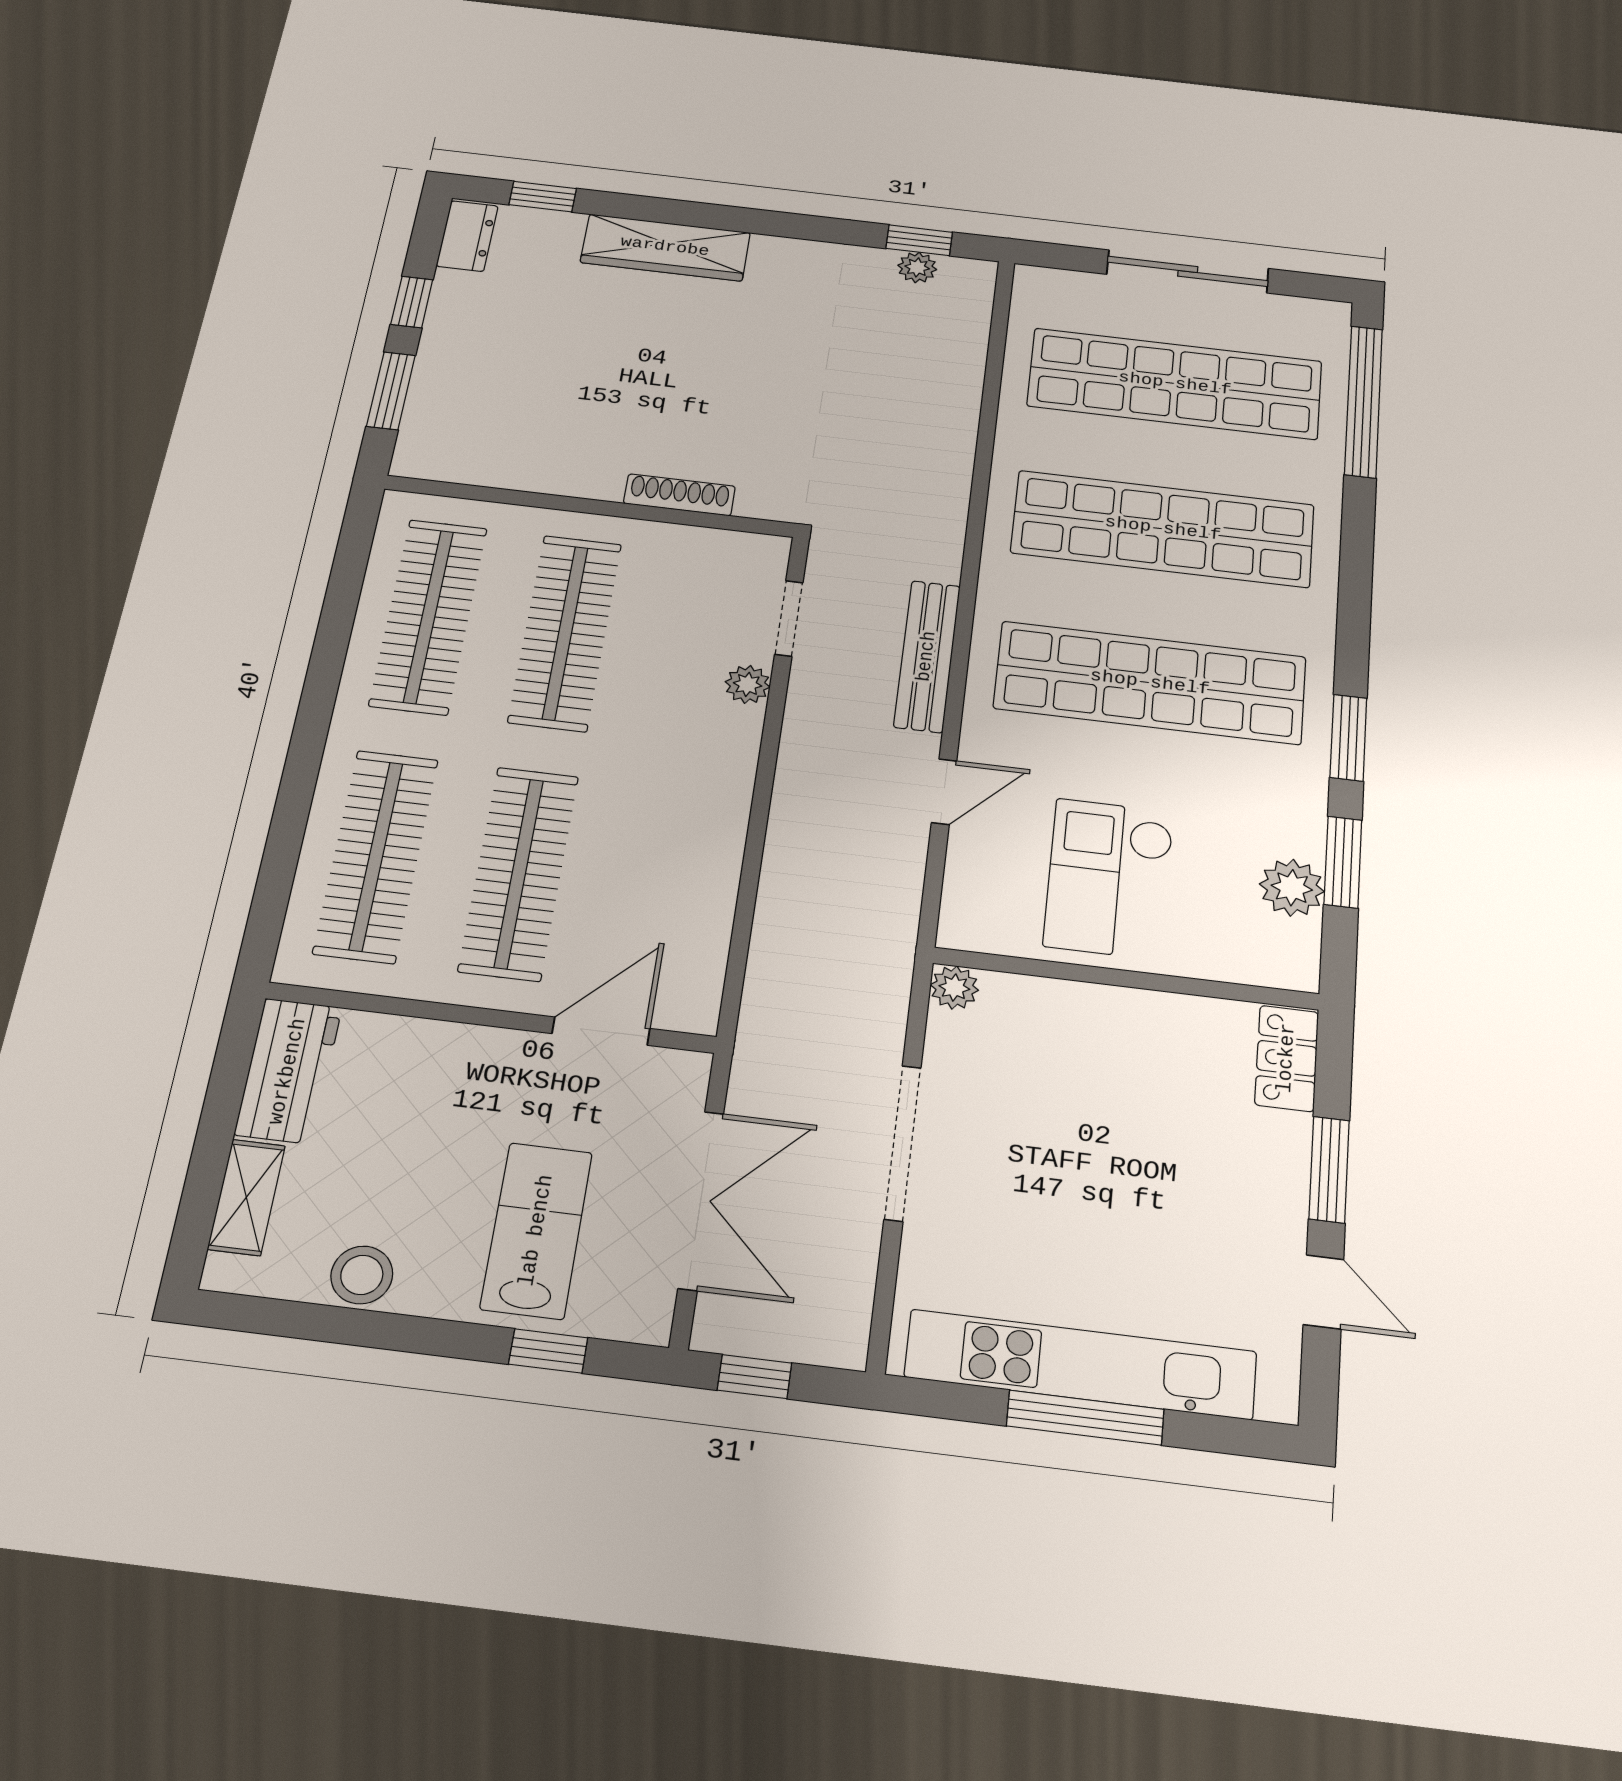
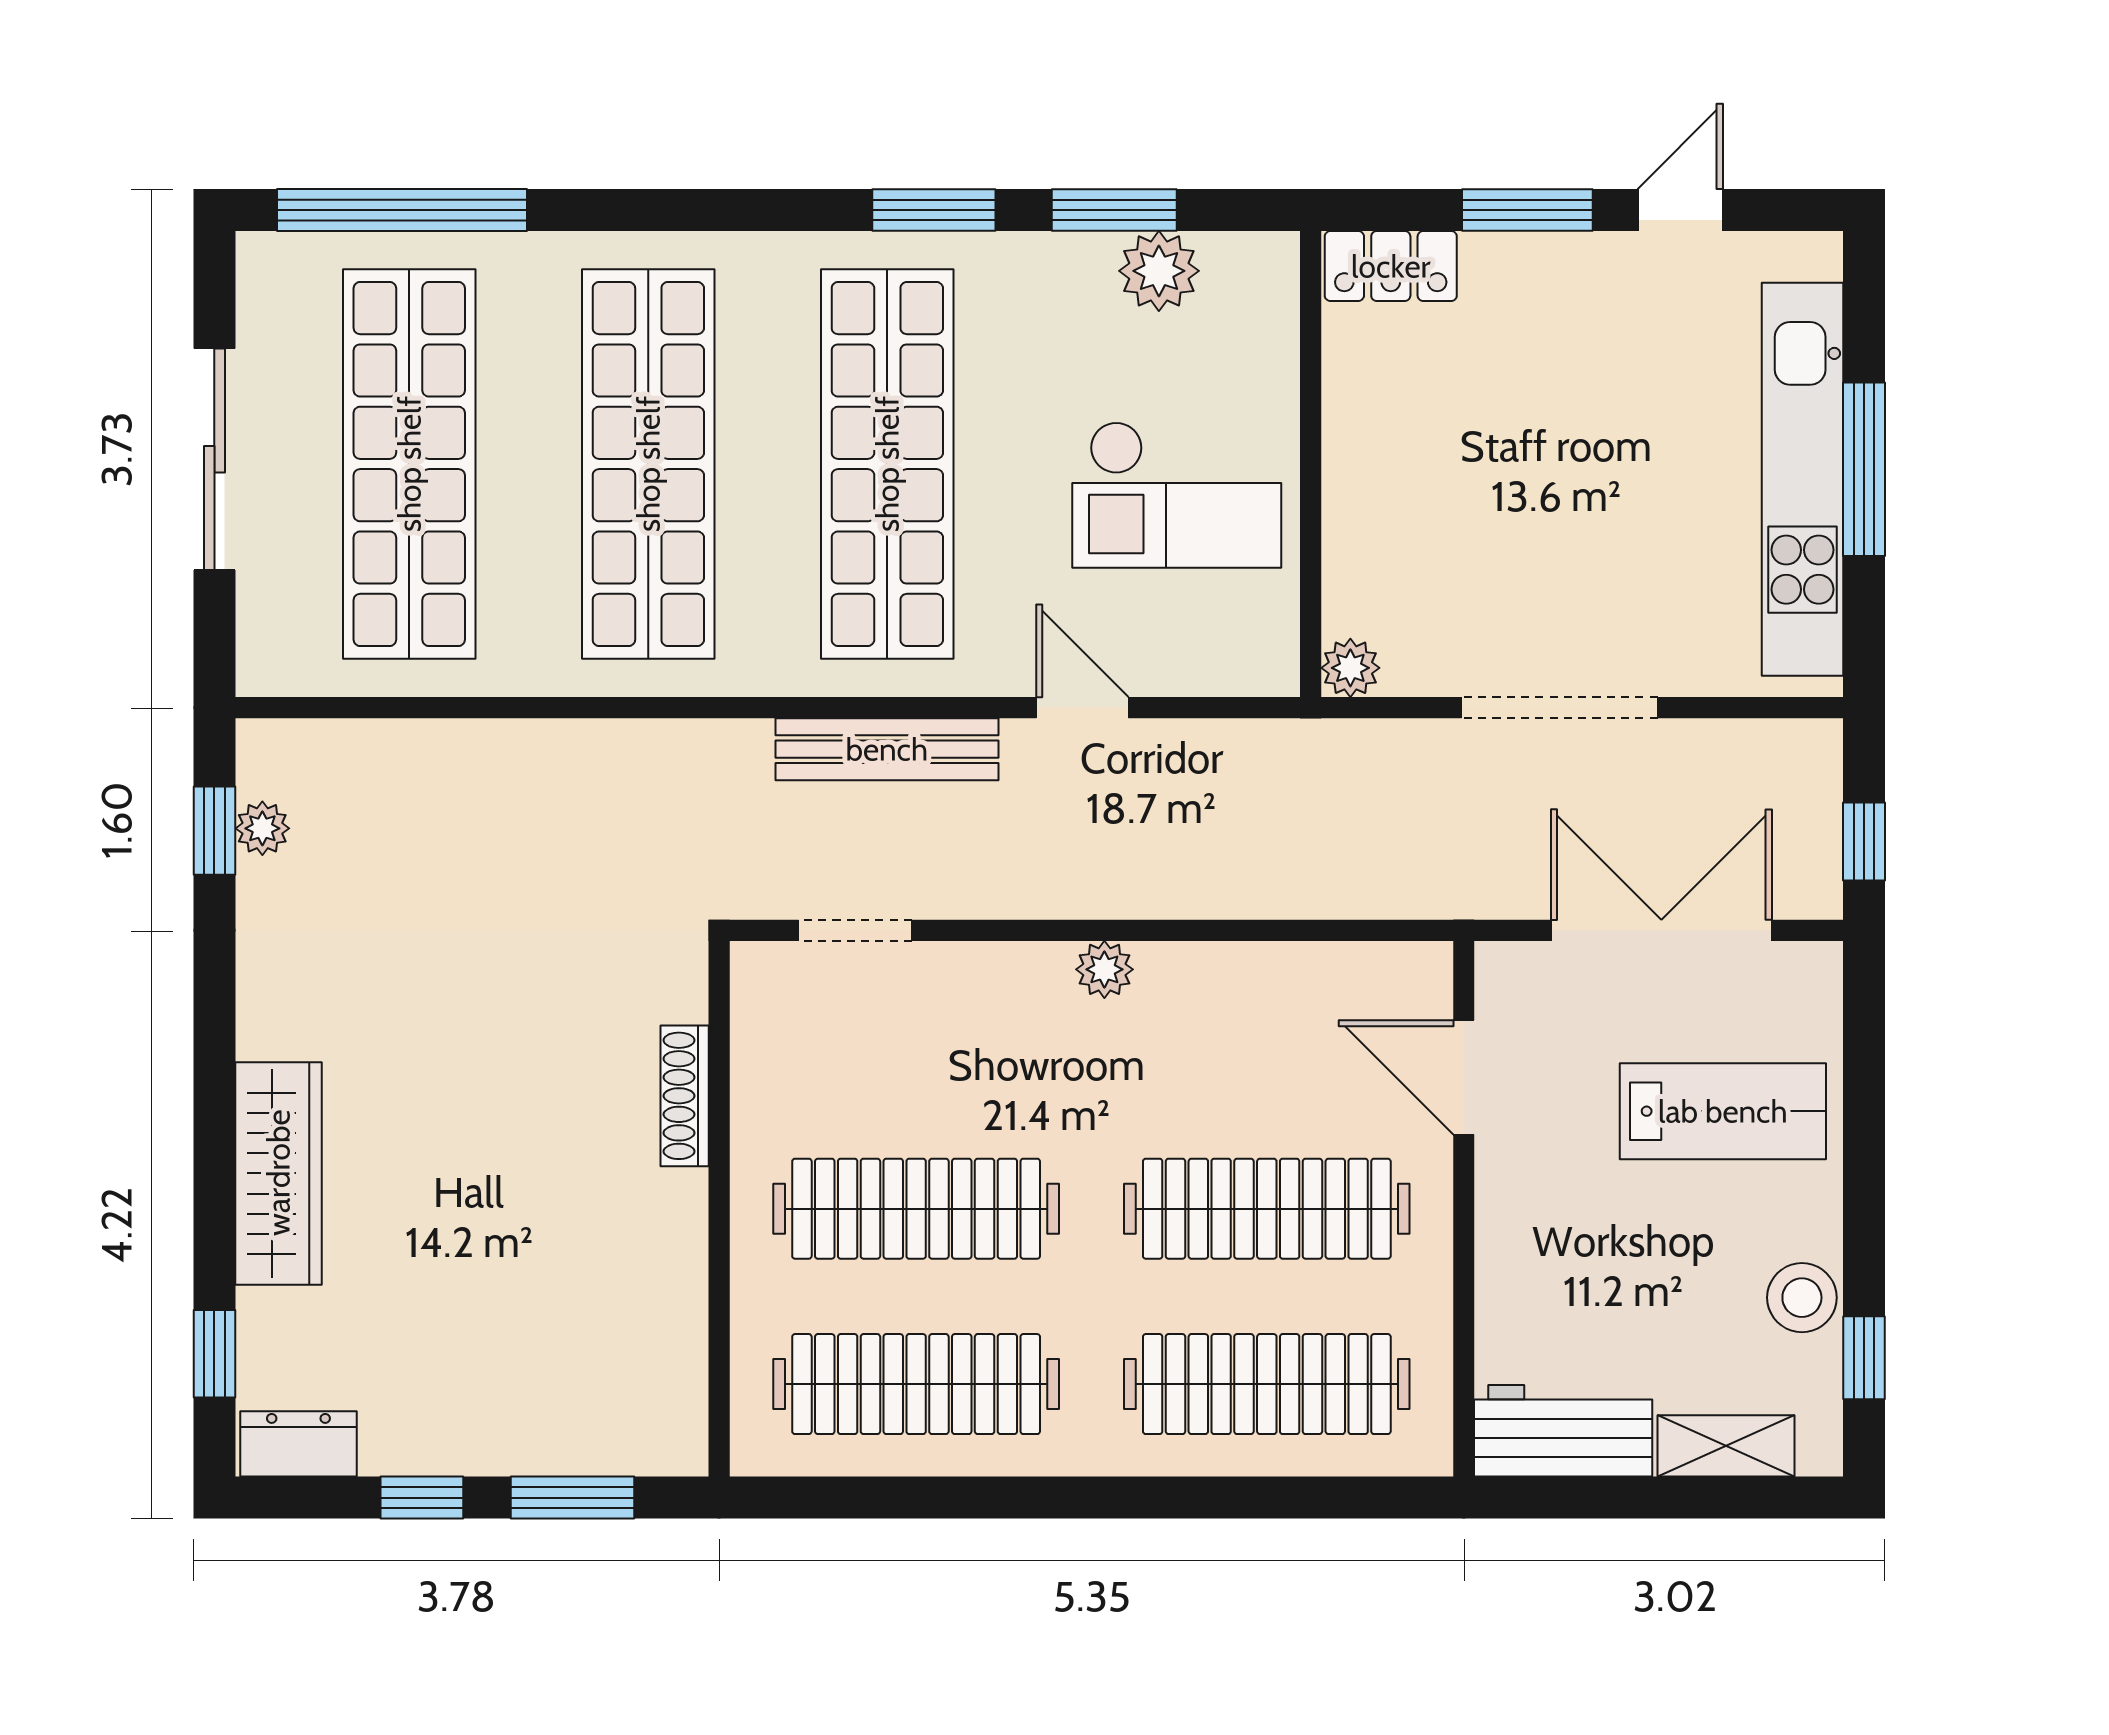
plant: (748, 684) -> (1104, 969), moved
lab bench: (537, 1230) -> (1723, 1111), turned 180
window: (548, 1351) -> (1864, 1358), moved

